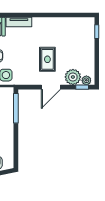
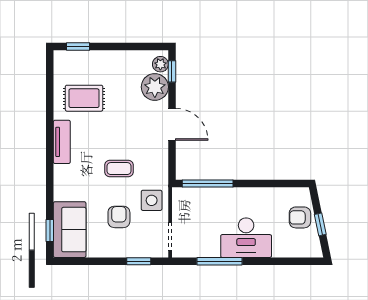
tv unit: (19, 22) -> (62, 142), moved
coffee table: (25, 56) -> (119, 169), added
rug: (47, 59) -> (84, 98), moved

